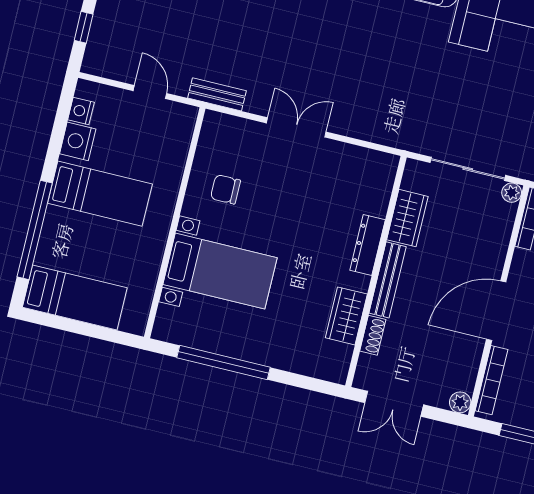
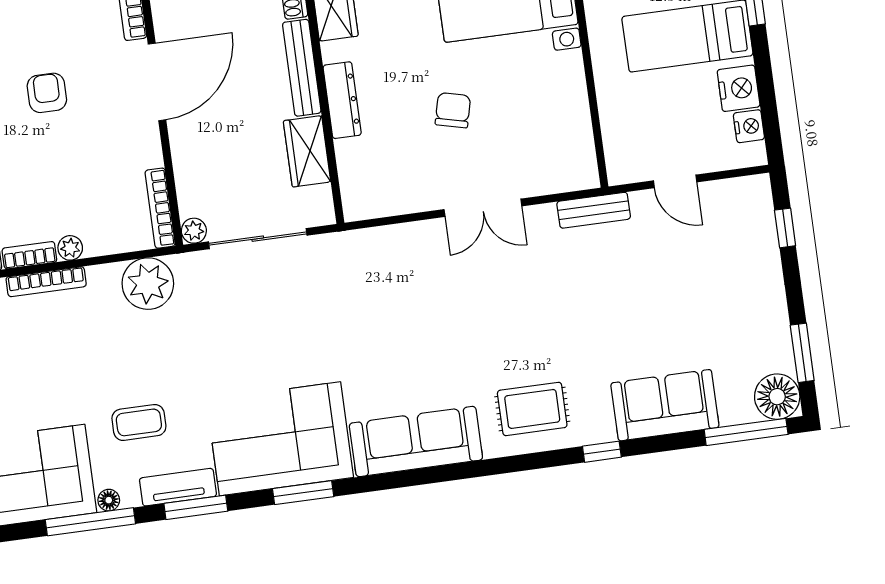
chair: (225, 189) -> (453, 110), moved, turned -76

